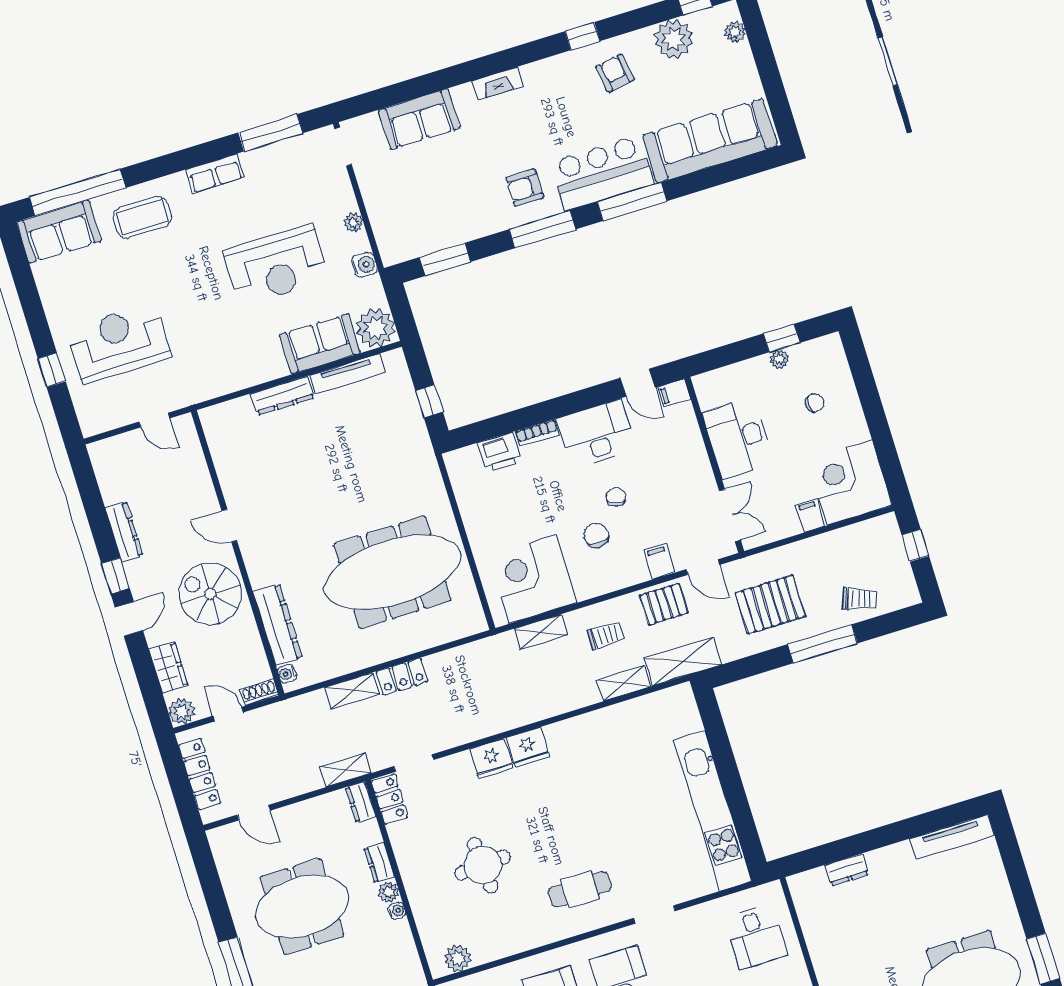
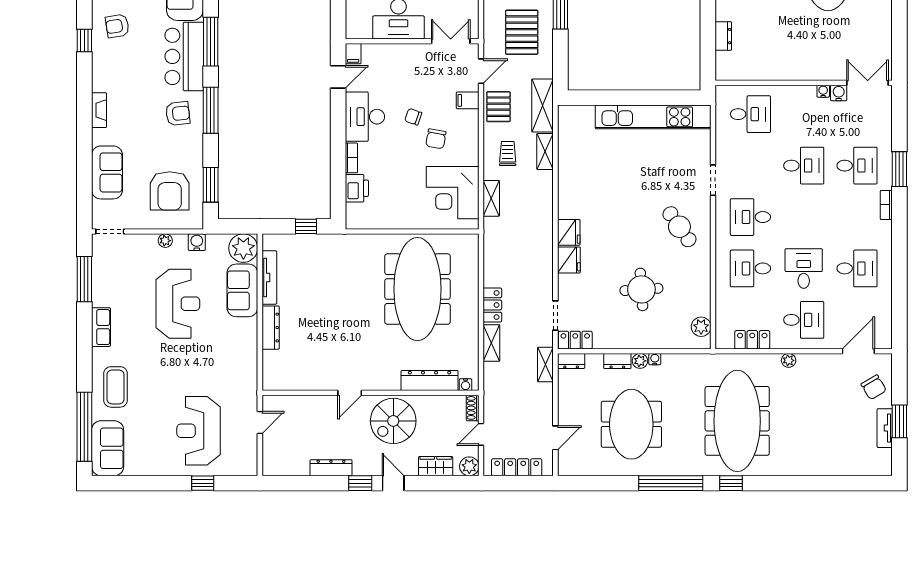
armchair: (525, 188) -> (178, 114), turned -96
armchair: (420, 208) -> (170, 191), added
chair: (596, 535) -> (436, 139), turned -80
cafe table: (580, 889) -> (679, 227), turned -35

